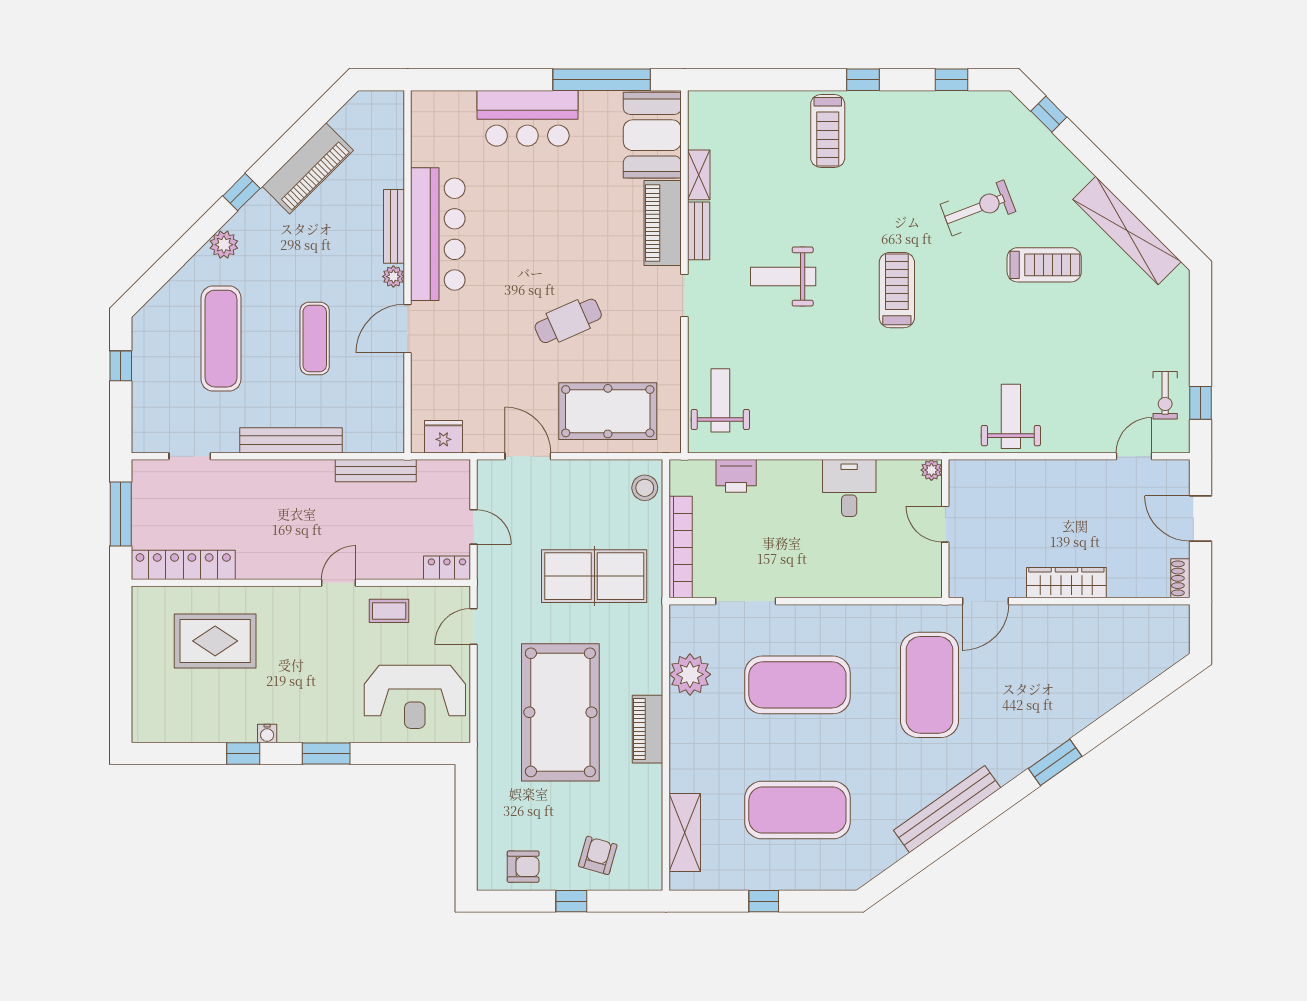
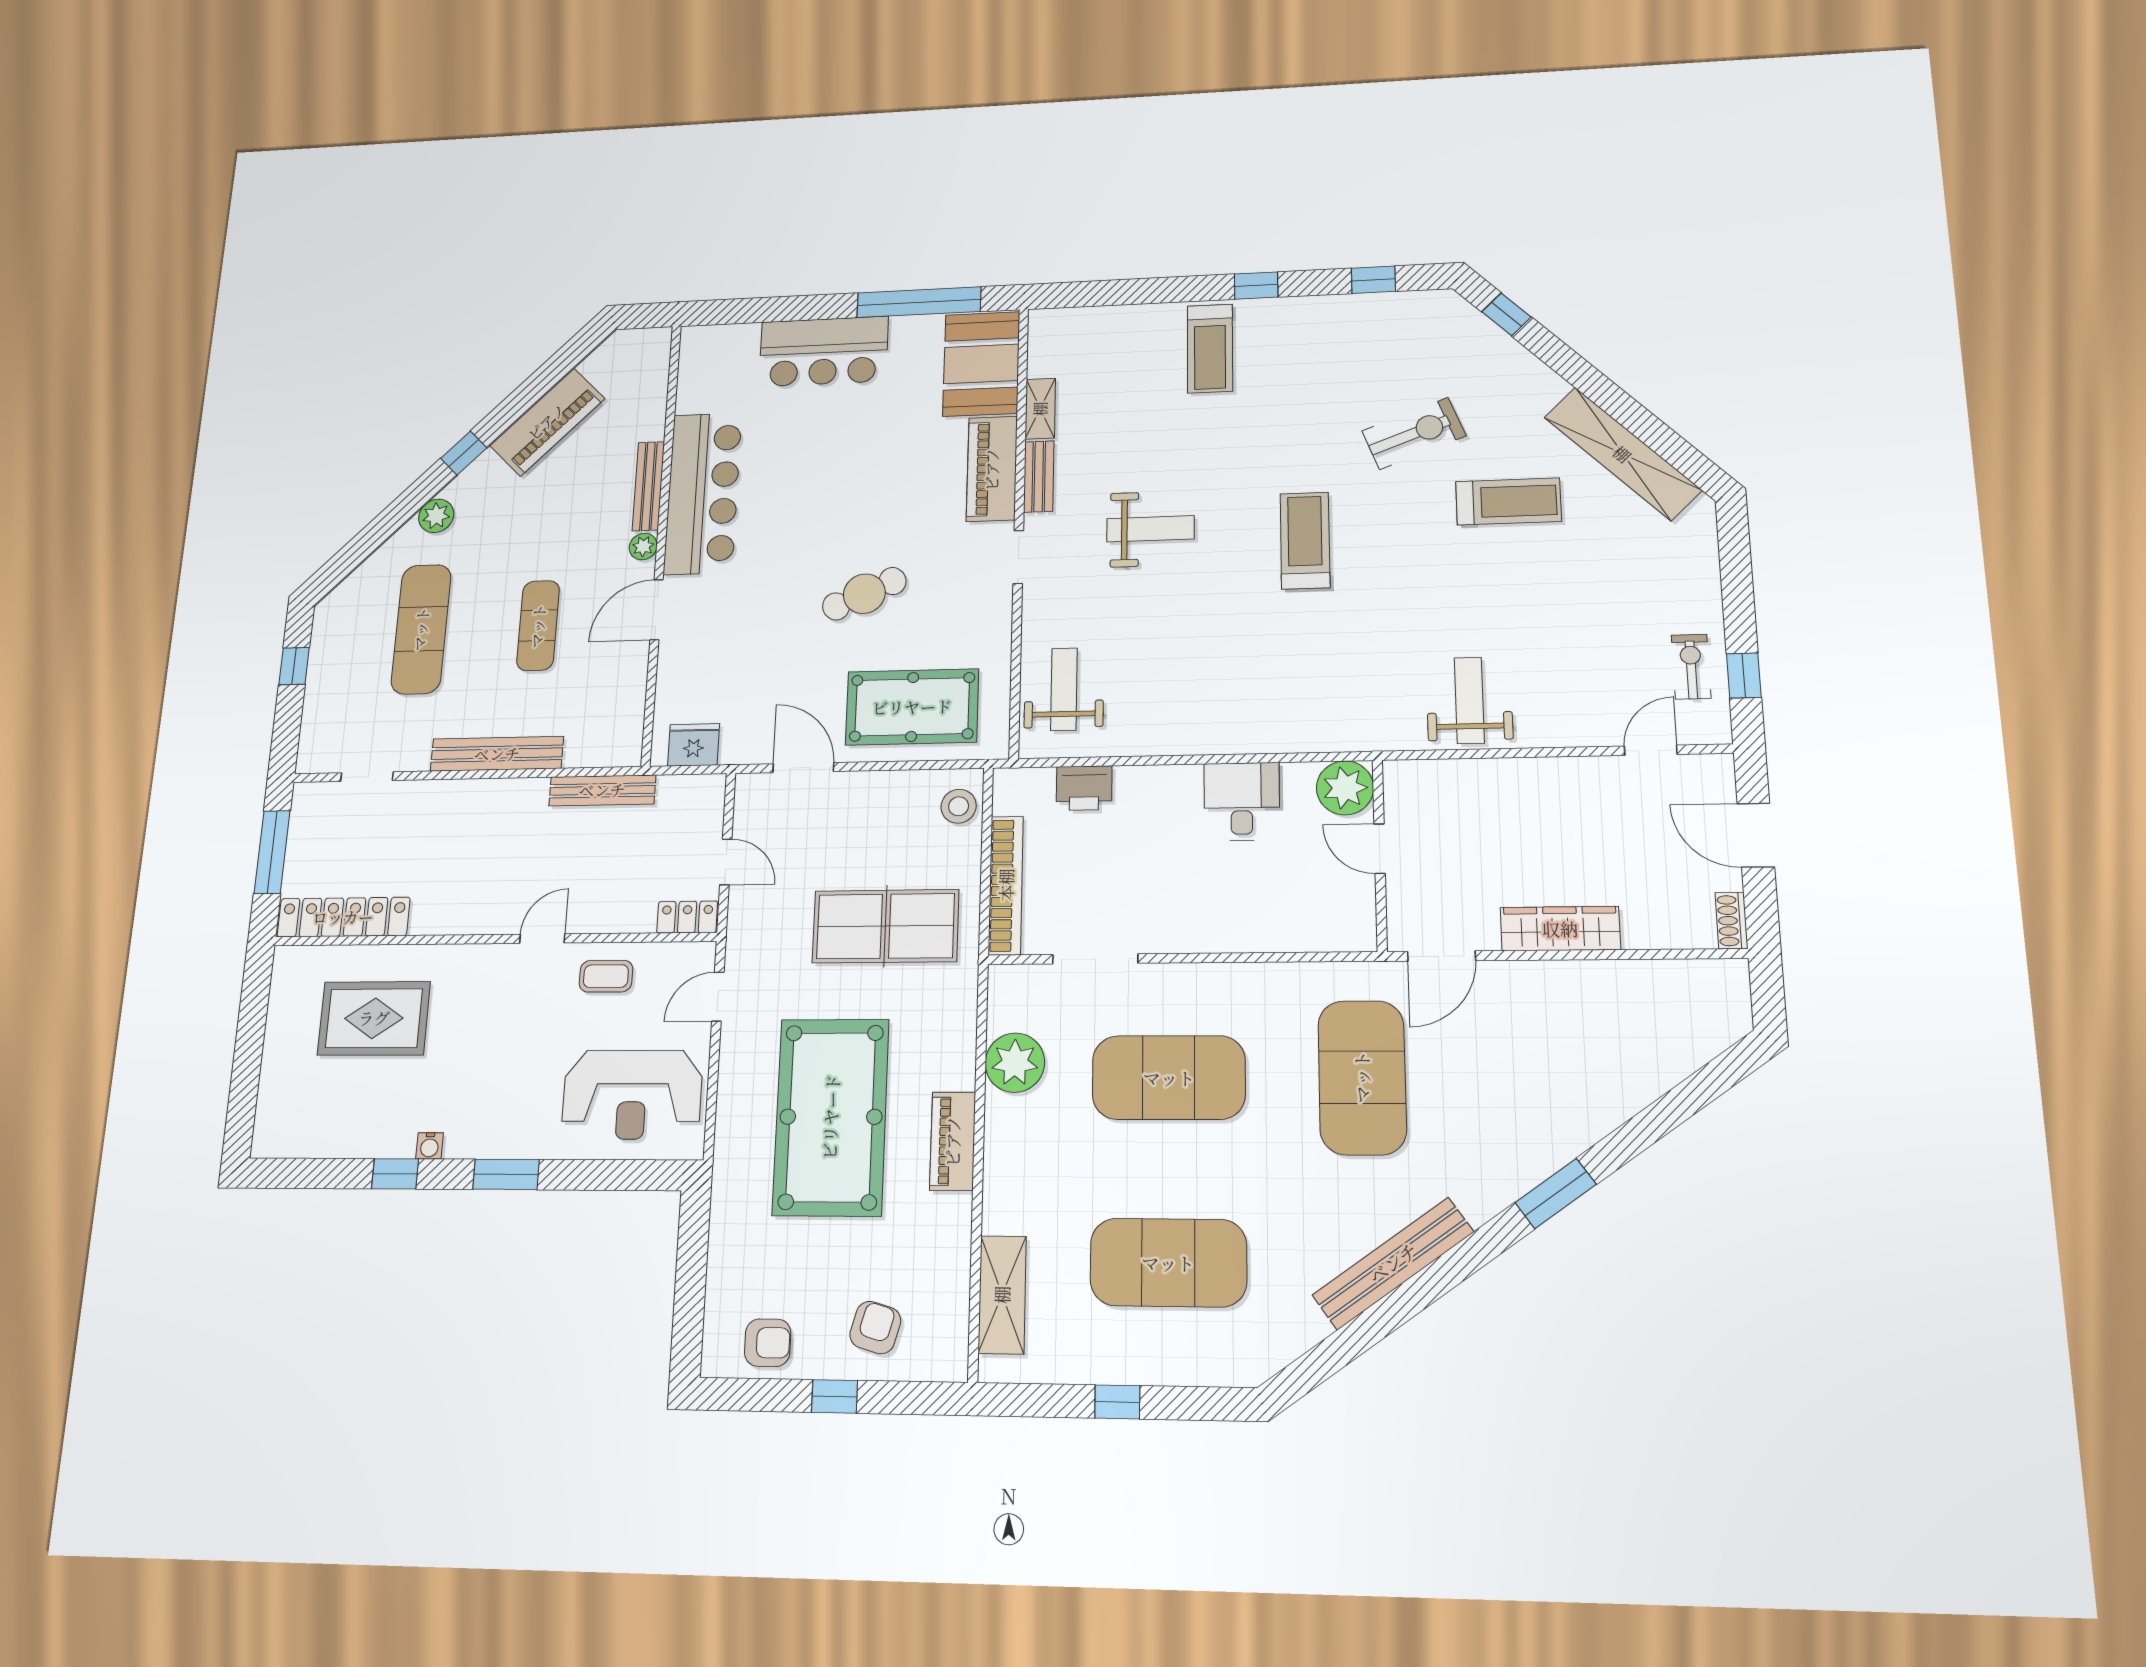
weight bench: (783, 277) -> (1150, 529), turned 180
exercise bike: (1165, 395) -> (1691, 667), turned 180
plant: (931, 470) -> (1345, 788), width x1.88, depth x1.88

